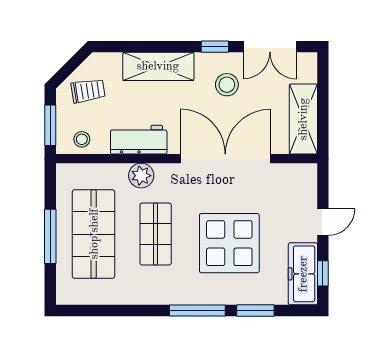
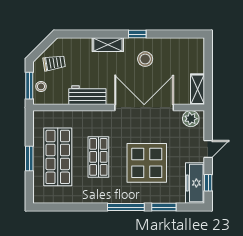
double door: (270, 47) -> (173, 34), removed
shelving: (158, 66) -> (108, 45), width x0.67, depth x0.75
shelving: (303, 119) -> (198, 89), width x0.67, depth x0.75
stool: (82, 139) -> (41, 86), moved
plant: (141, 176) -> (191, 119), moved
window: (50, 236) -> (29, 158), width x0.69

